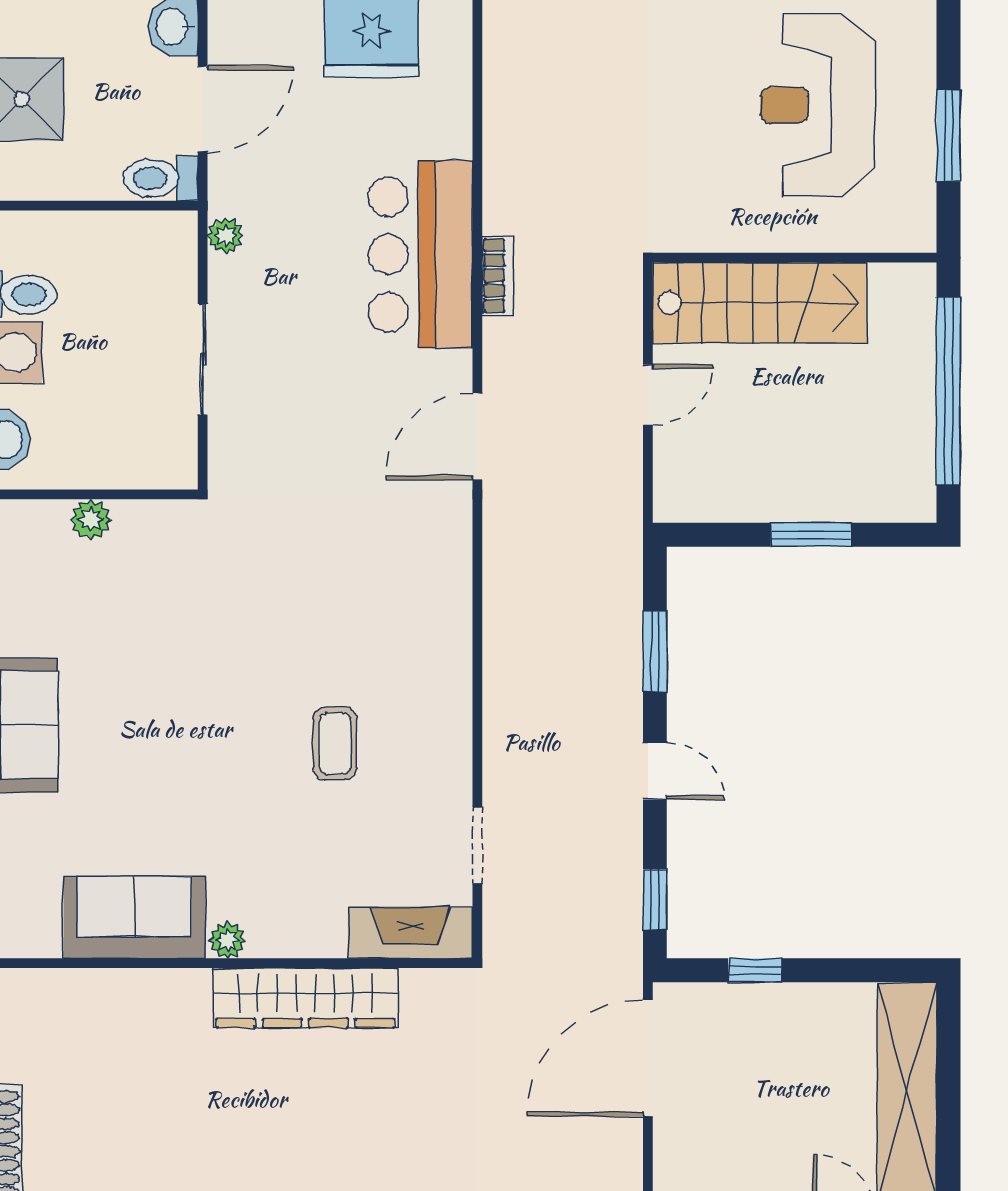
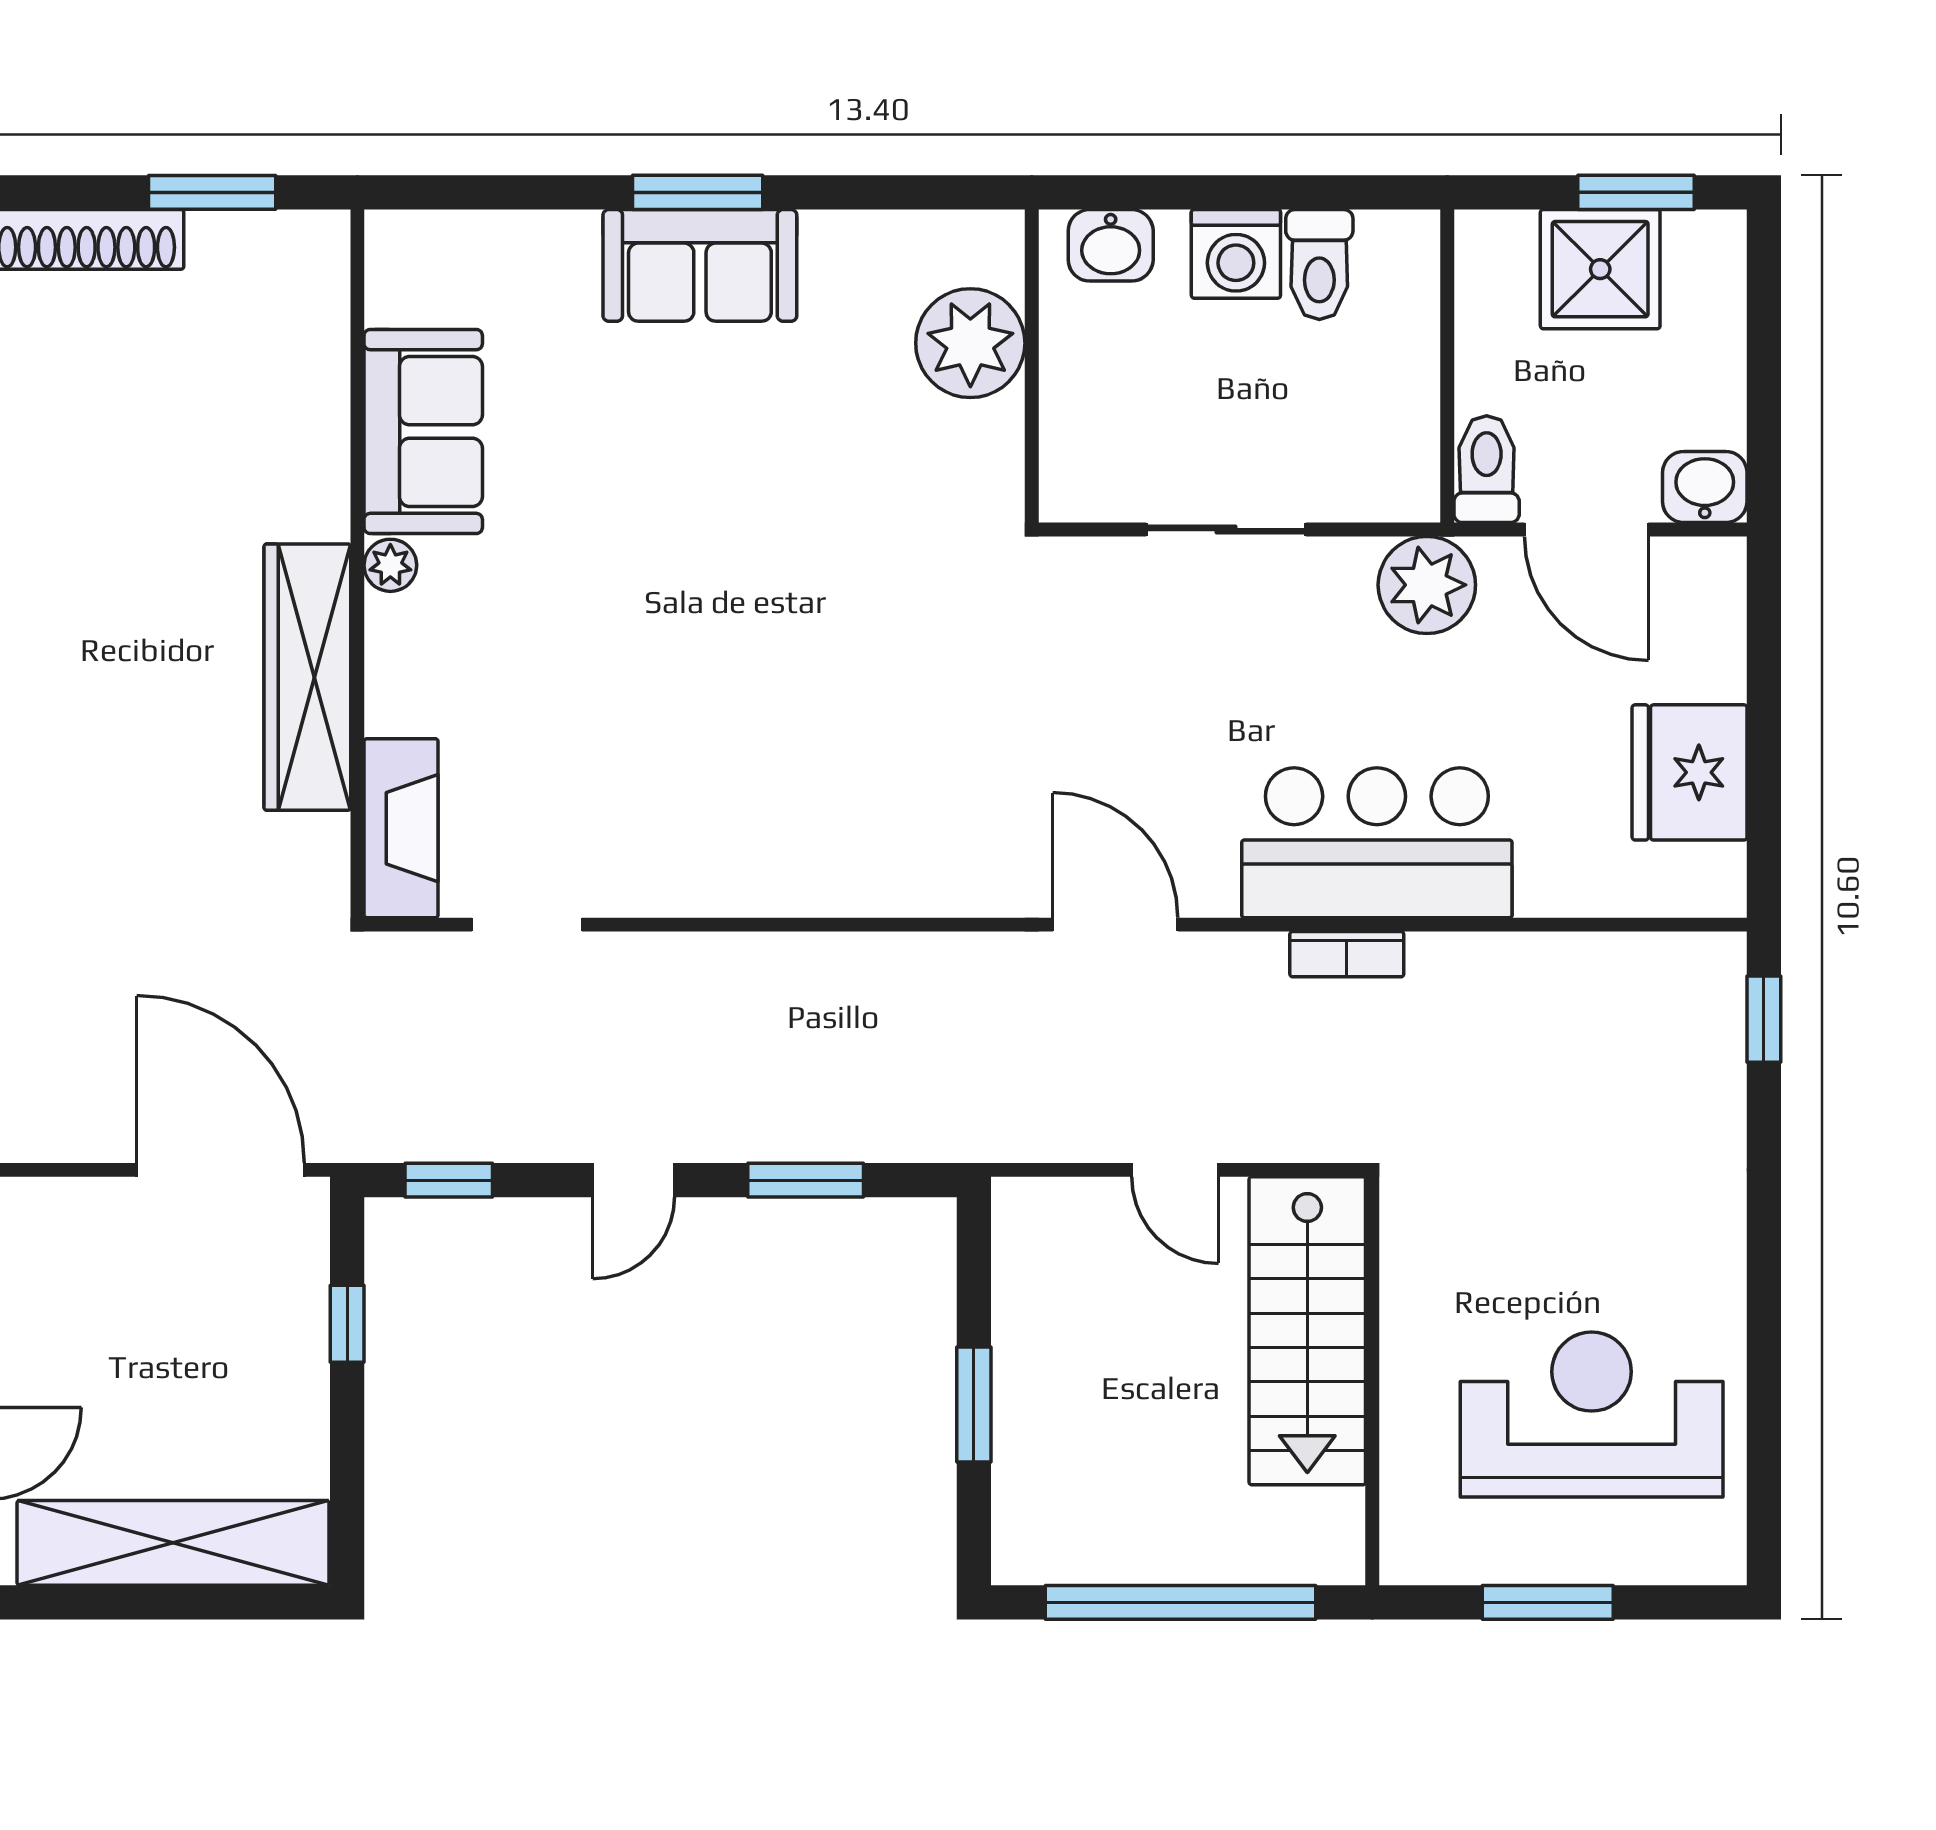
plant: (225, 236) -> (1427, 585), width x1.88, depth x1.88
plant: (91, 519) -> (970, 343), width x1.87, depth x1.87
coffee table: (335, 743) -> (673, 720), removed

